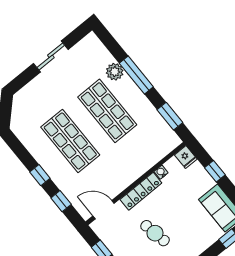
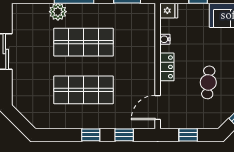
locker: (141, 191) -> (167, 67), width x0.66
cafe table: (155, 233) -> (208, 82), turned -74

